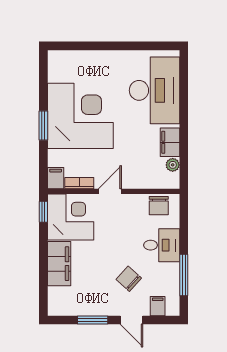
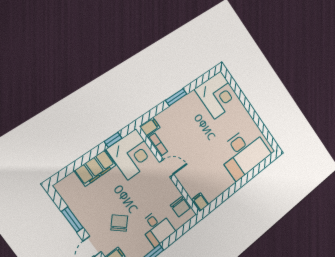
corner desk: (80, 116) -> (218, 95), moved, width x0.74, depth x0.74
filing cabinet: (170, 142) -> (200, 202), moved, width x0.50
plant: (173, 165) -> (210, 197), removed
chair: (159, 206) -> (180, 207), turned -90
window: (43, 212) -> (113, 140), moved

